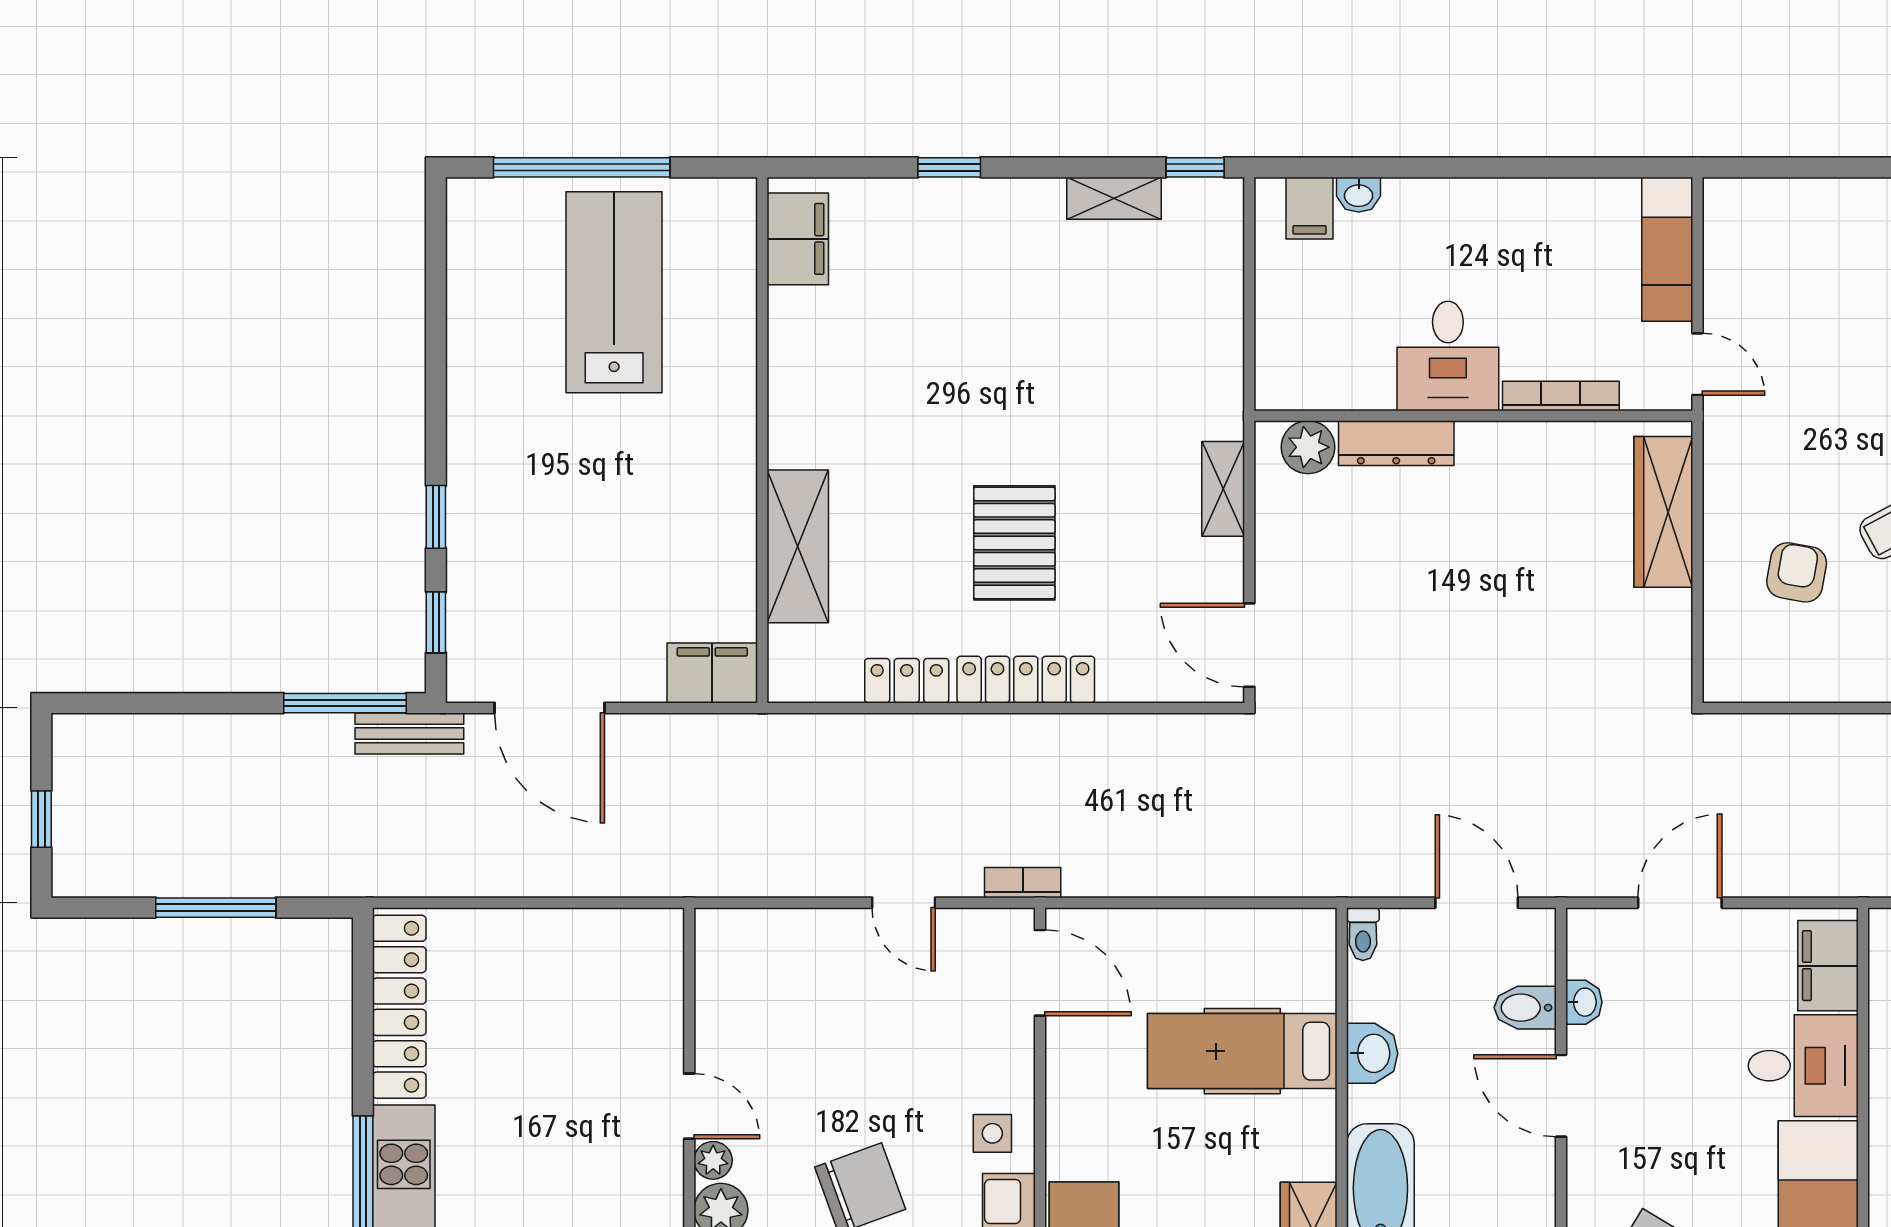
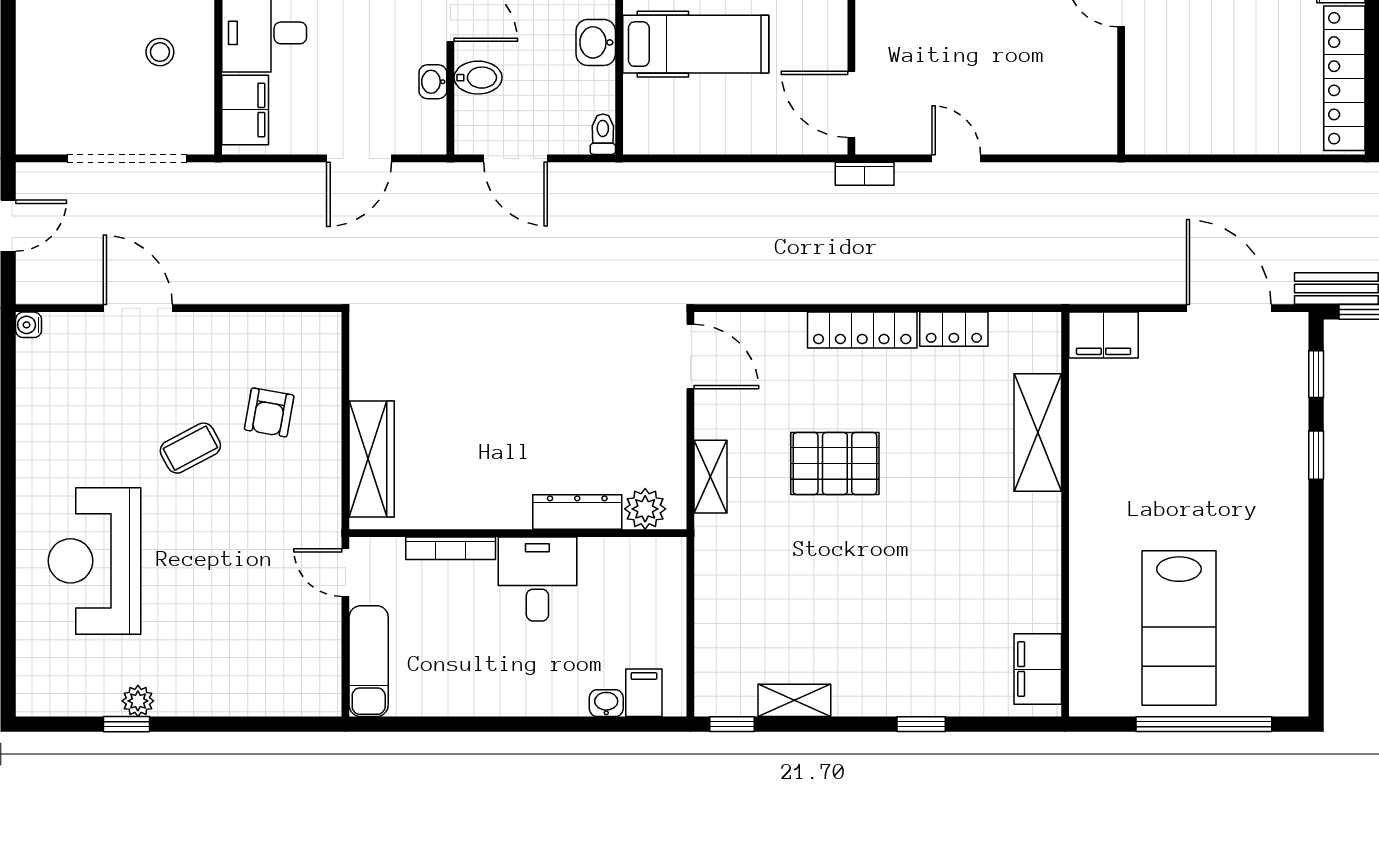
pallet: (1014, 543) -> (835, 464), moved, turned 90

